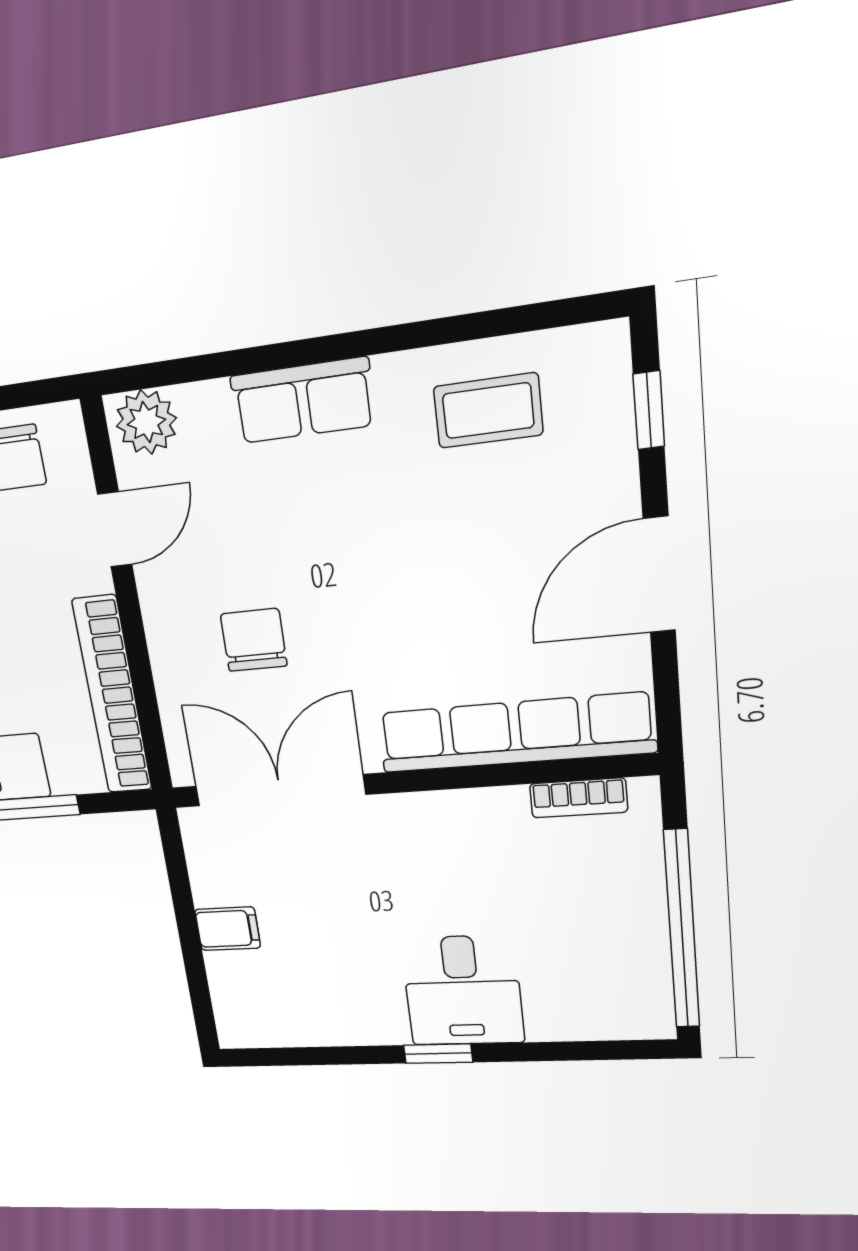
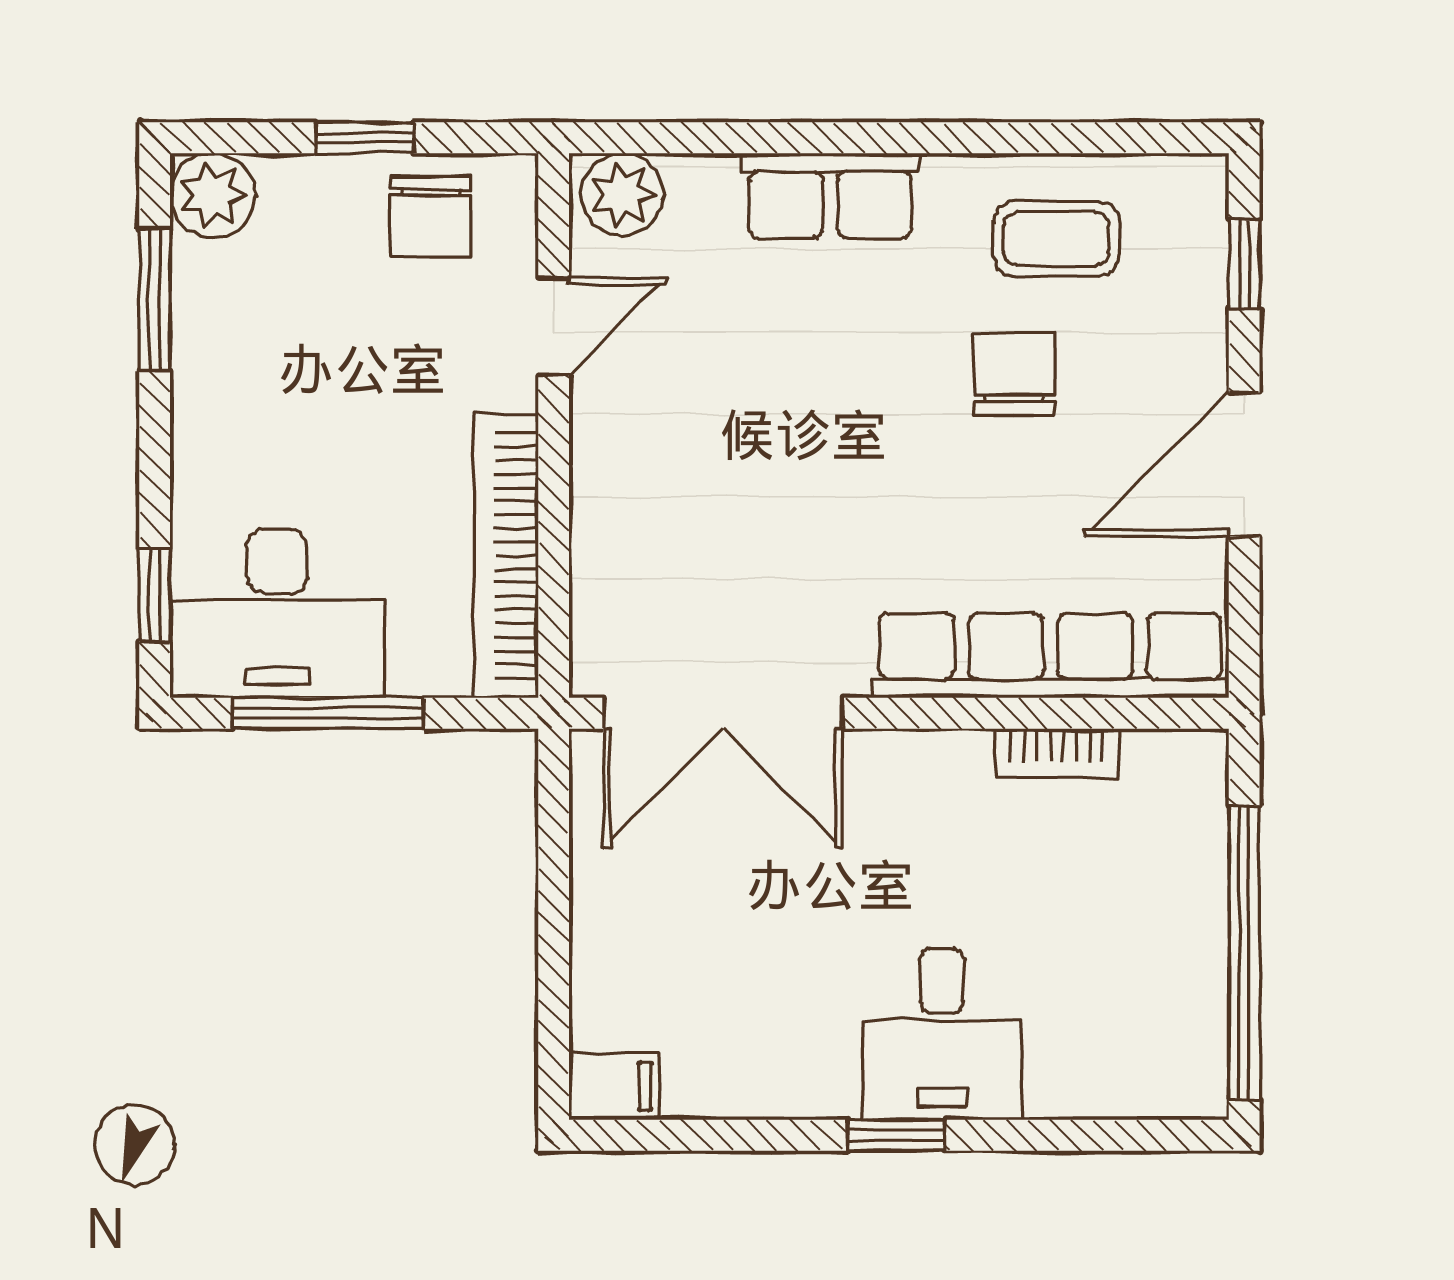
chair: (254, 640) -> (1014, 375), moved
double door: (280, 790) -> (723, 713), swing flipped
bookcase: (579, 798) -> (1057, 753), moved
filing cabinet: (228, 929) -> (614, 1086), moved

